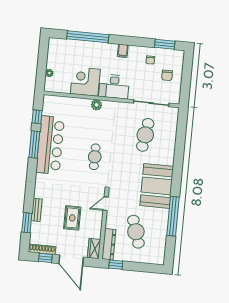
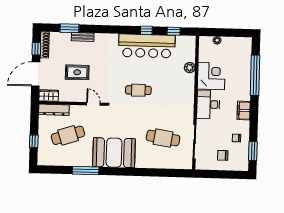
filing cabinet: (123, 51) -> (244, 111), width x2.00
plant: (97, 105) -> (190, 68), moved
window: (34, 144) -> (146, 30), width x0.46
window: (173, 216) -> (86, 171), width x0.68
window: (116, 265) -> (34, 141), moved

